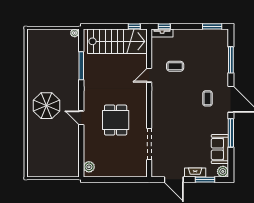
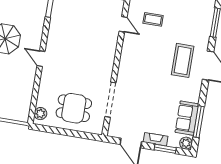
door: (149, 75) -> (123, 24), swing flipped
coffee table: (207, 98) -> (183, 60), width x1.86, depth x1.72
dining table: (116, 120) -> (74, 108), moved, turned 90
window: (231, 133) -> (199, 122), moved

